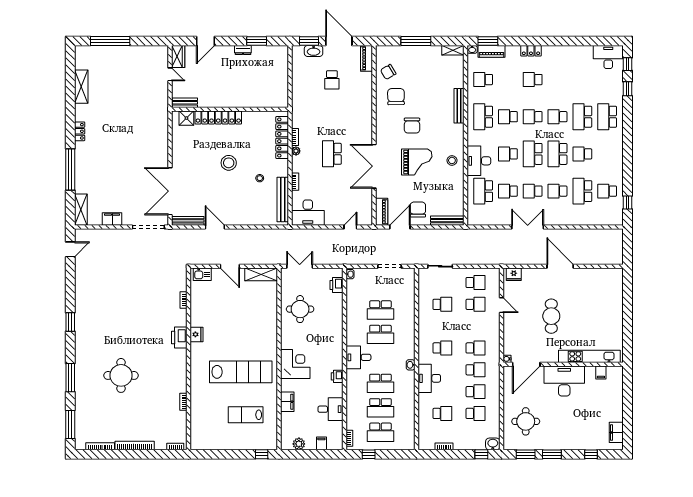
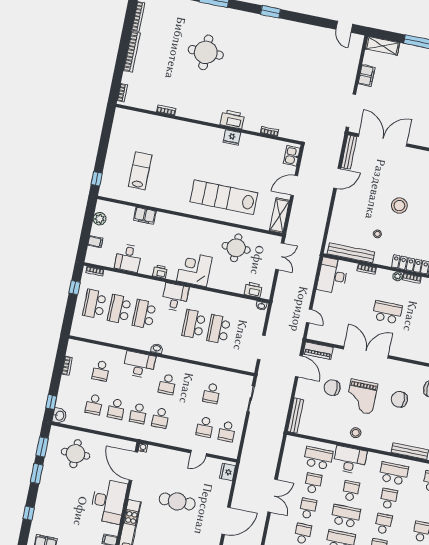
chair: (418, 210) -> (332, 388), moved, turned 180
corner desk: (295, 364) -> (194, 269), moved, turned 180
lab bench: (241, 372) -> (224, 197), moved, turned 90

